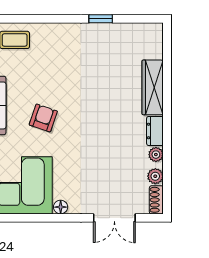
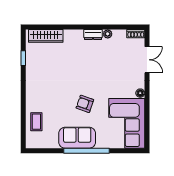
window: (101, 19) -> (23, 58), moved
wardrobe: (153, 87) -> (46, 36), moved
plant: (155, 176) -> (121, 34), removed

